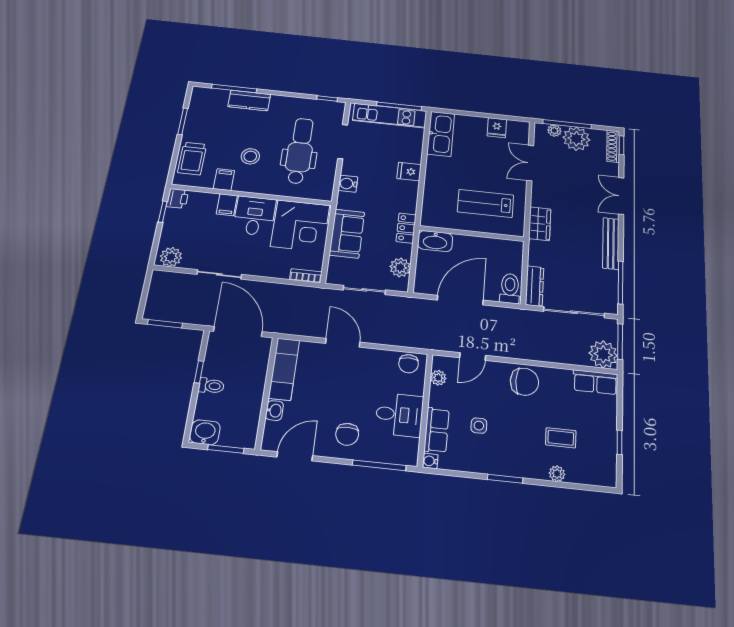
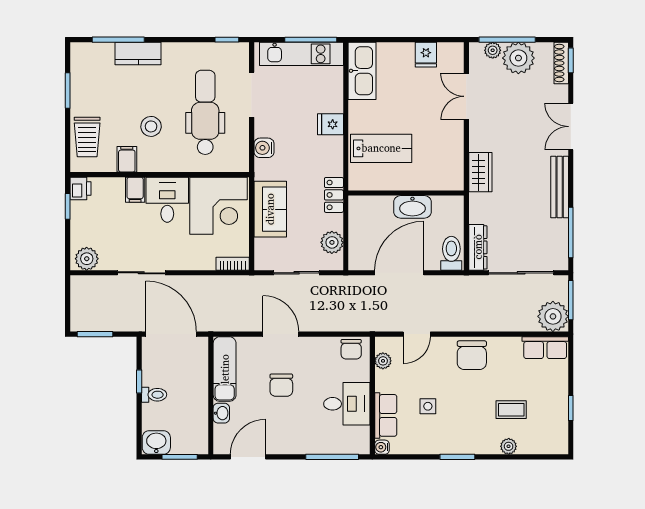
lab bench: (485, 203) -> (381, 148), moved, turned 180
washbasin: (435, 241) -> (412, 207), moved
chair: (524, 382) -> (472, 355), turned 90
chair: (347, 434) -> (281, 385), moved

